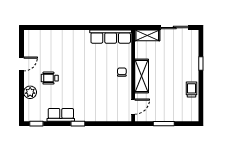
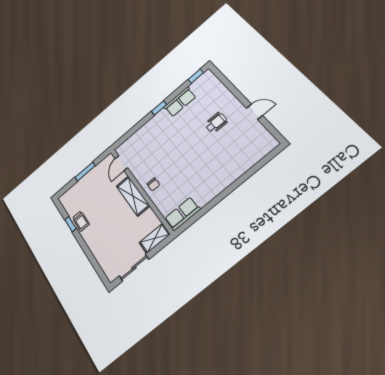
row of seats: (111, 37) -> (182, 214), width x0.68
door: (21, 64) -> (254, 112), swing flipped
window: (201, 64) -> (71, 224), moved
plant: (30, 92) -> (224, 95), removed

